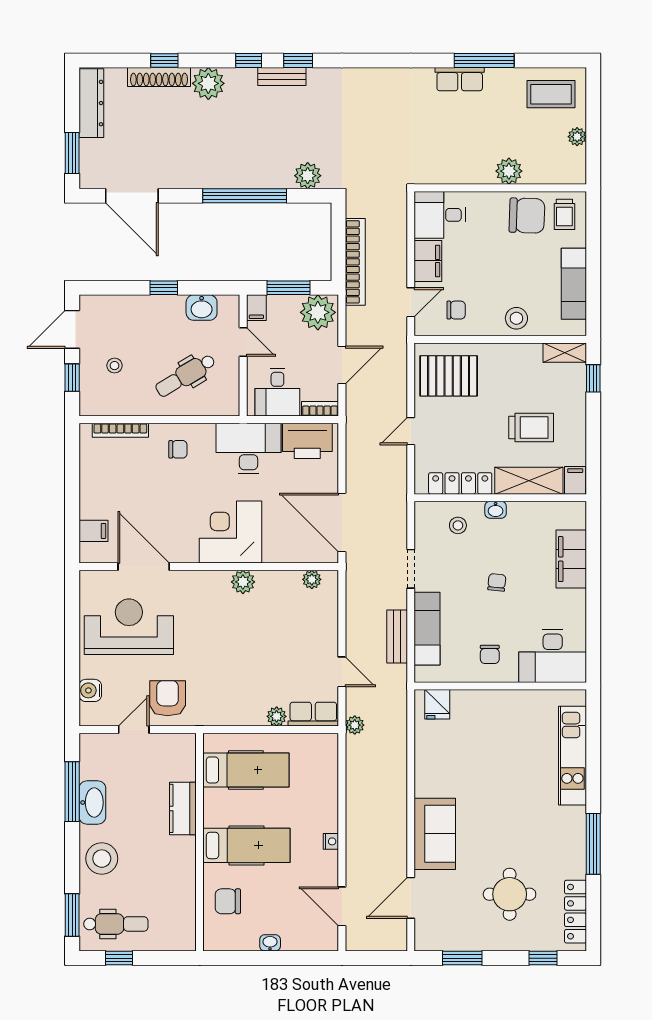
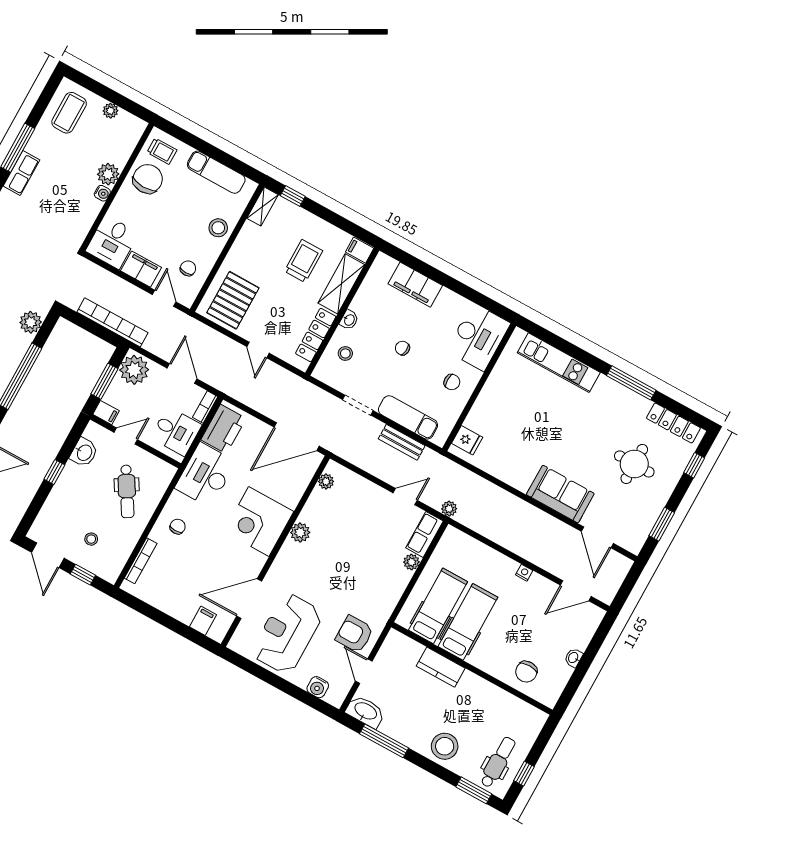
water cooler: (485, 176) -> (102, 193), added
washbasin: (92, 802) -> (365, 711), moved
hospital bed: (246, 845) -> (468, 622), moved

